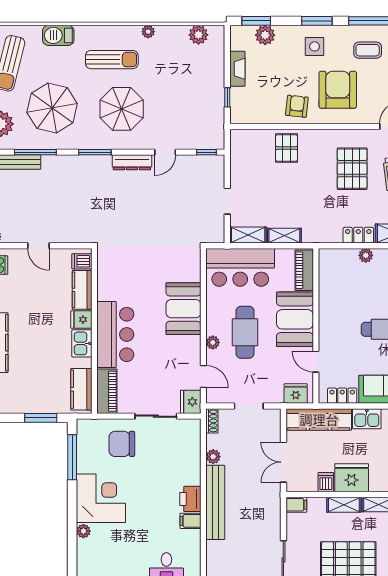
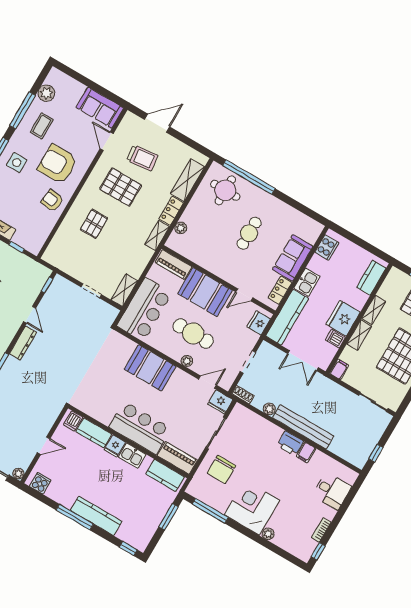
pallet: (287, 148) -> (94, 224), moved, turned 90
shelving: (284, 236) -> (157, 236), moved
plant: (366, 255) -> (181, 228), moved

